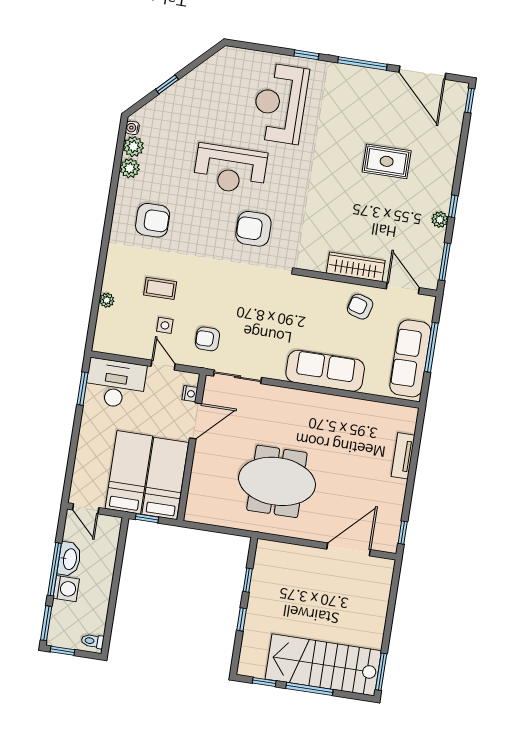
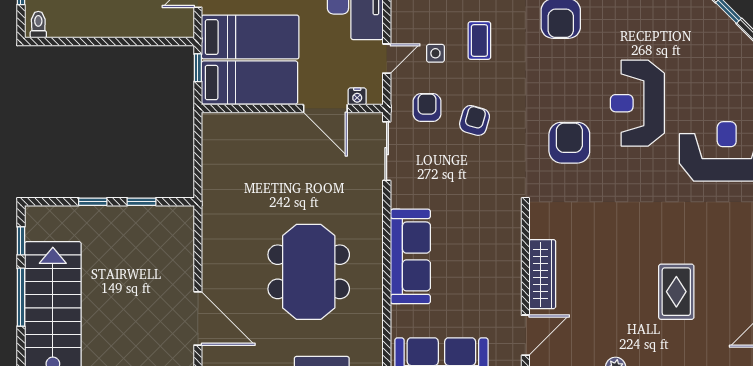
armchair: (360, 307) -> (475, 120), moved
meeting table: (277, 481) -> (309, 272), moved

